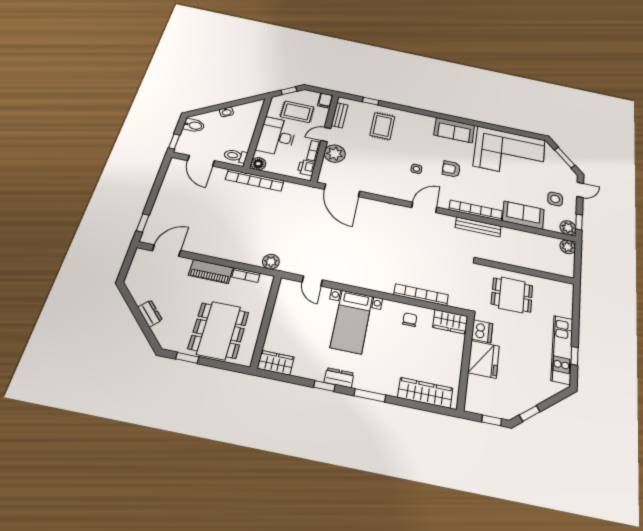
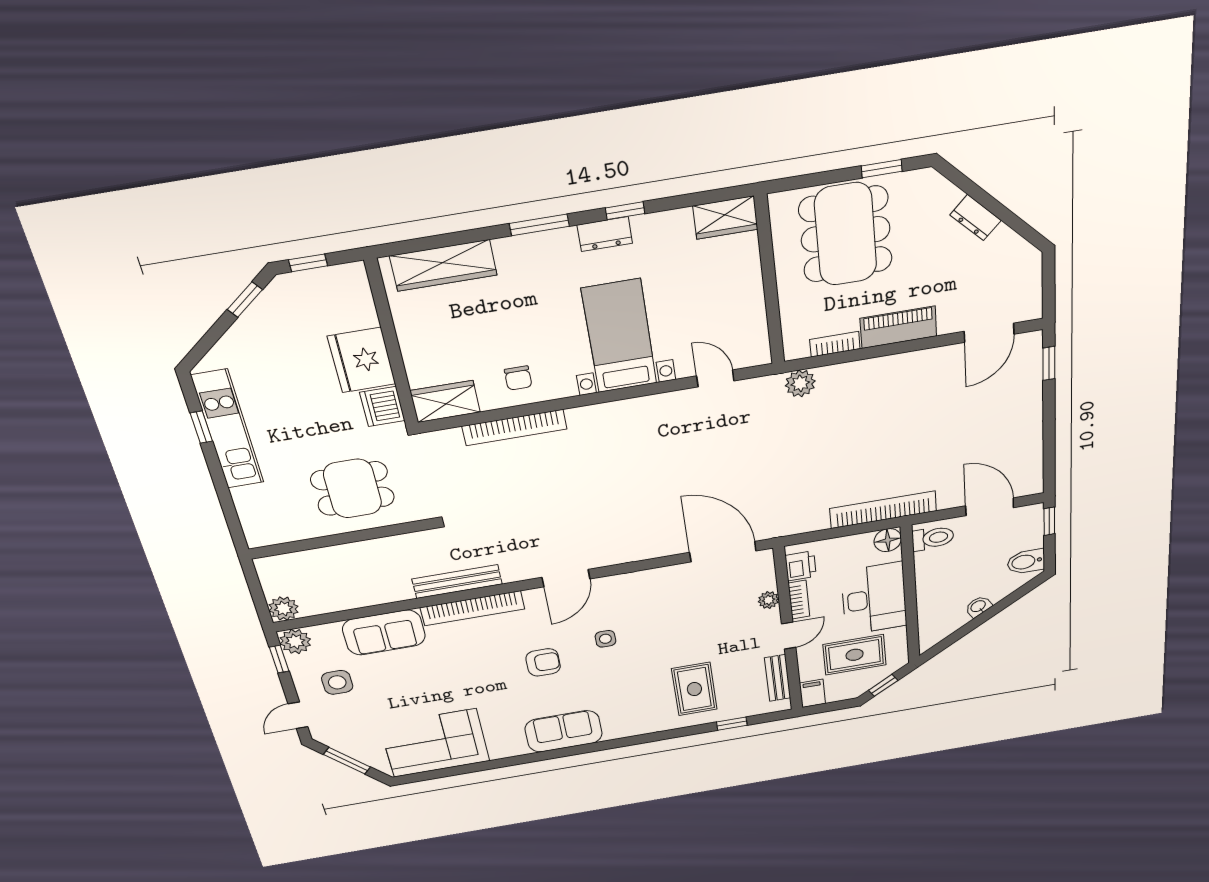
corner sofa: (509, 153) -> (435, 743), width x0.73, depth x0.74
plant: (335, 154) -> (769, 600), width x0.53, depth x0.53

